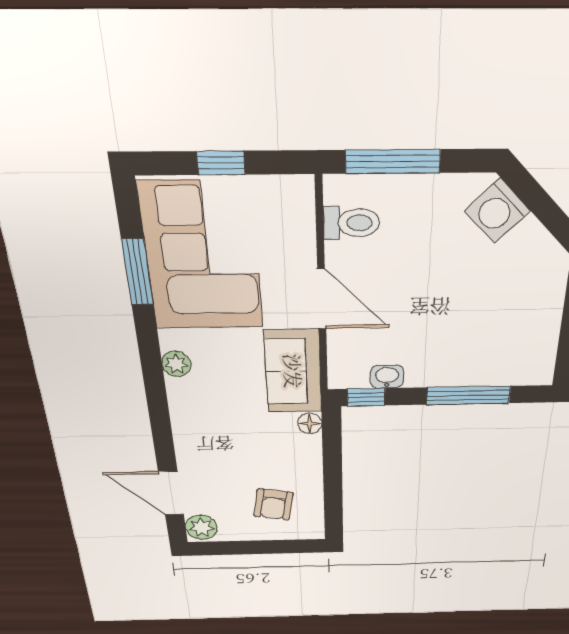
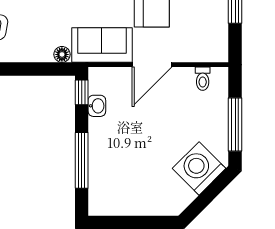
window: (393, 162) -> (235, 125), moved
washing machine: (497, 211) -> (199, 168), width x1.37, depth x1.37
toilet: (352, 223) -> (203, 79), width x0.73, depth x0.72

